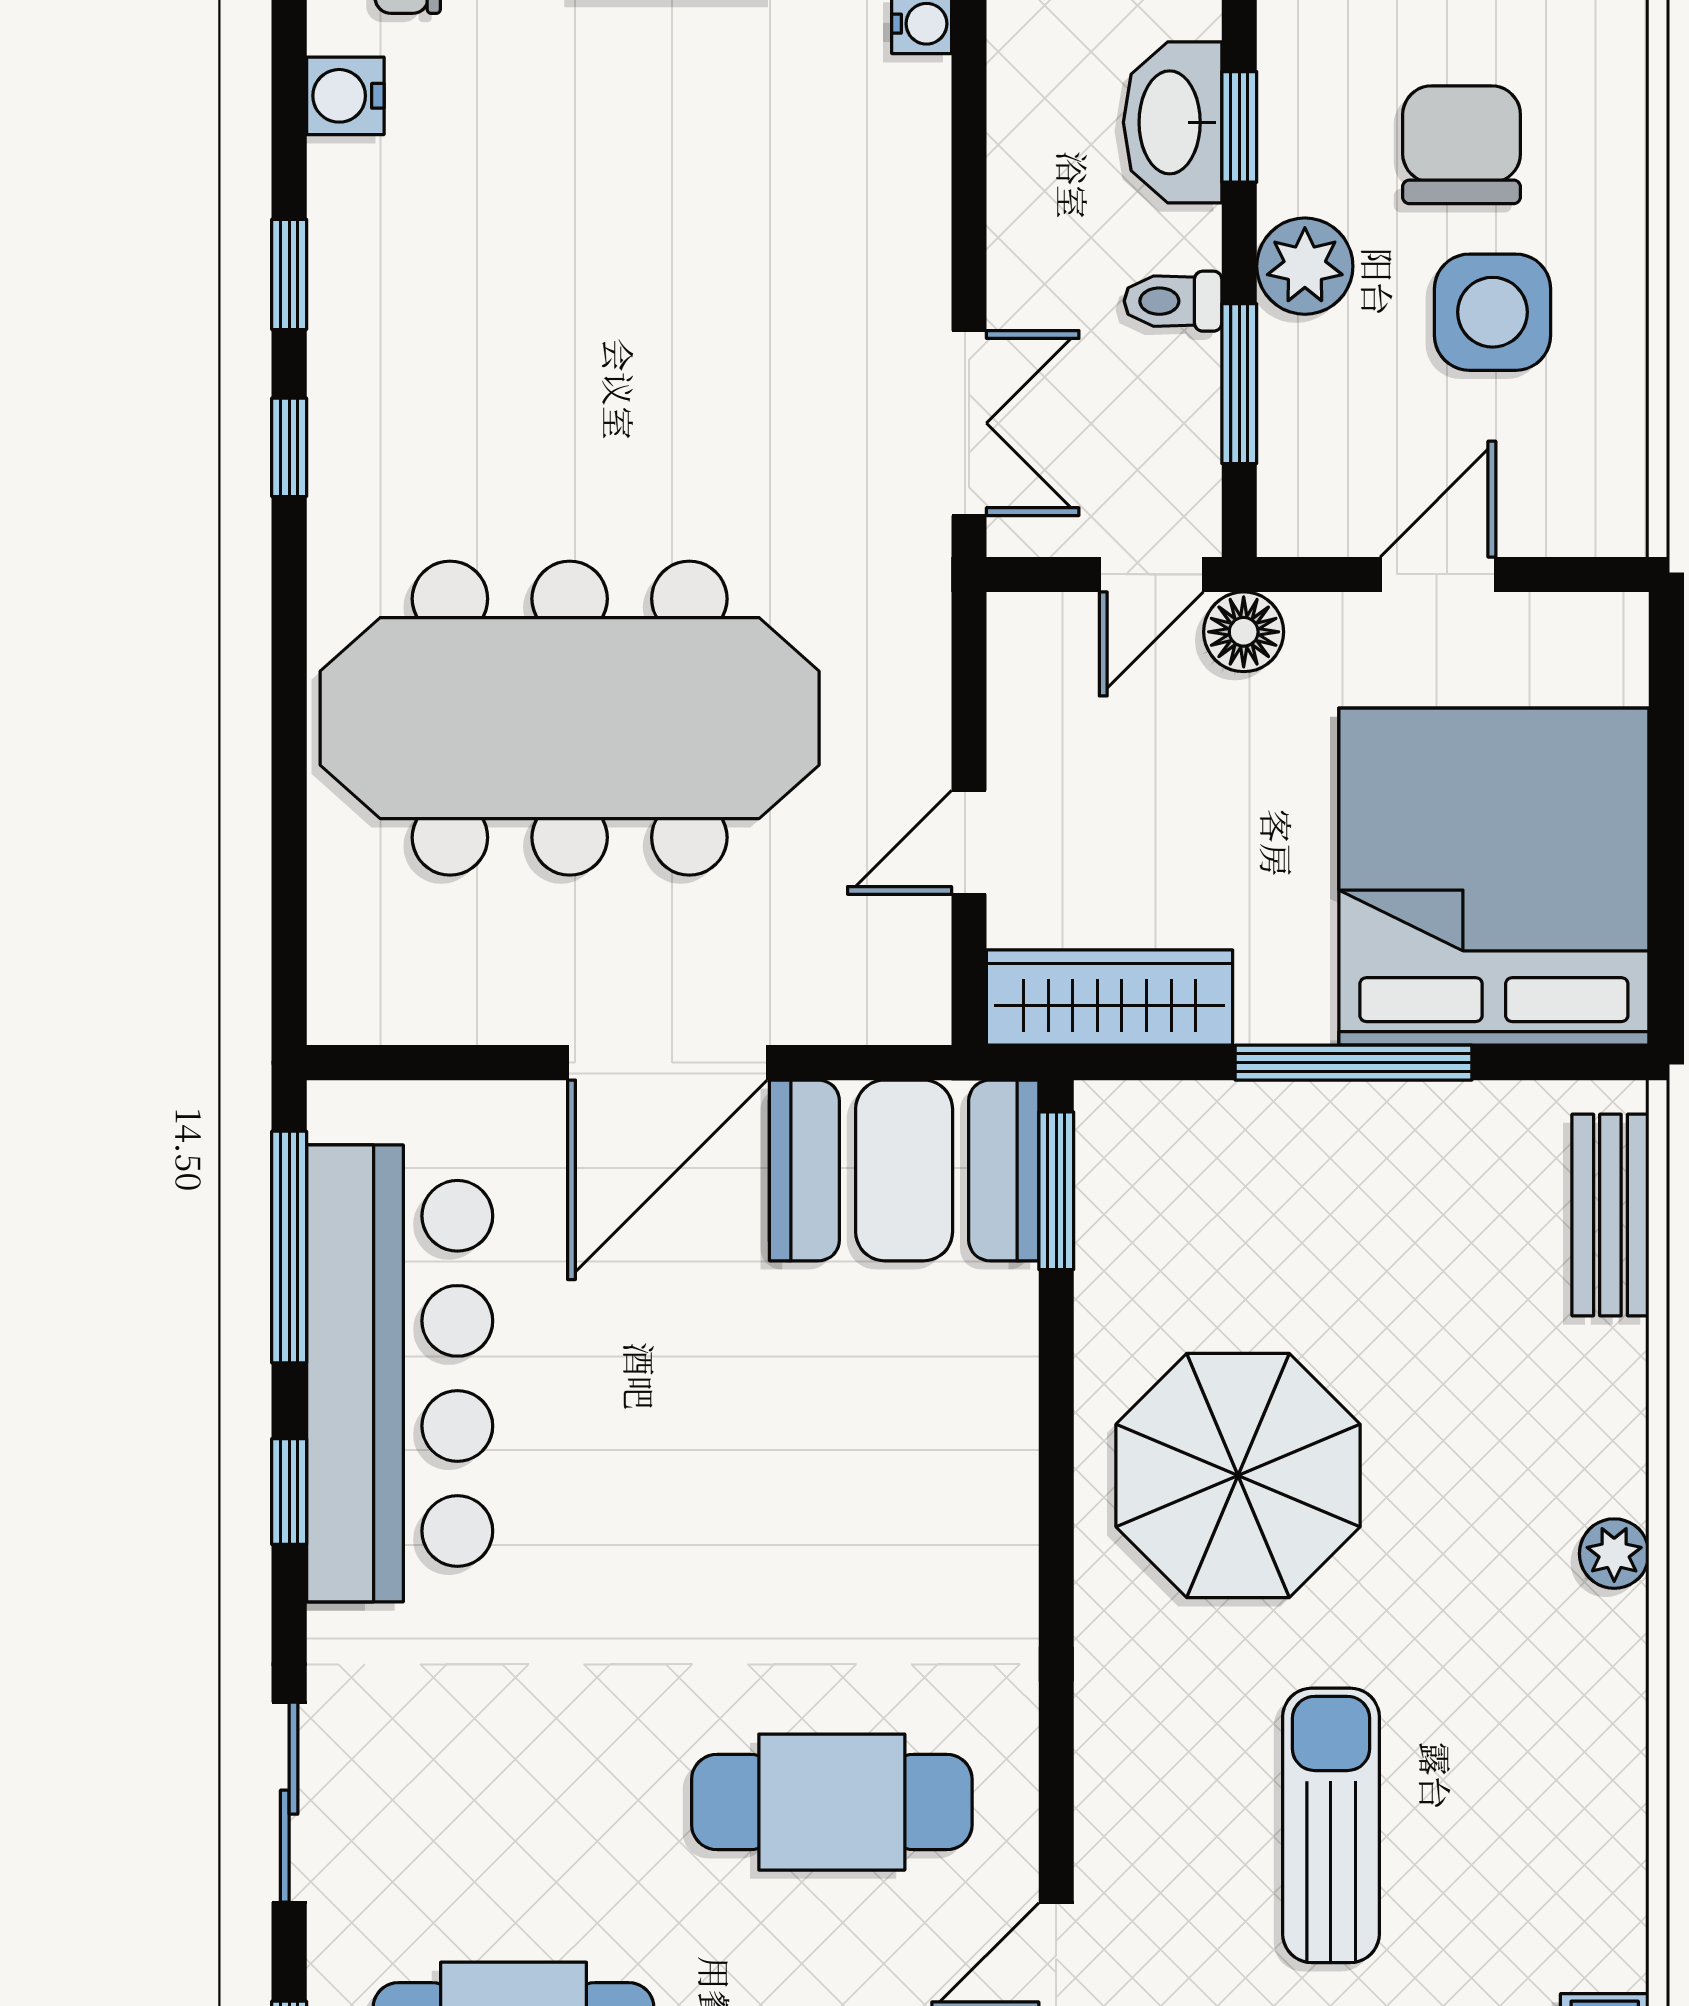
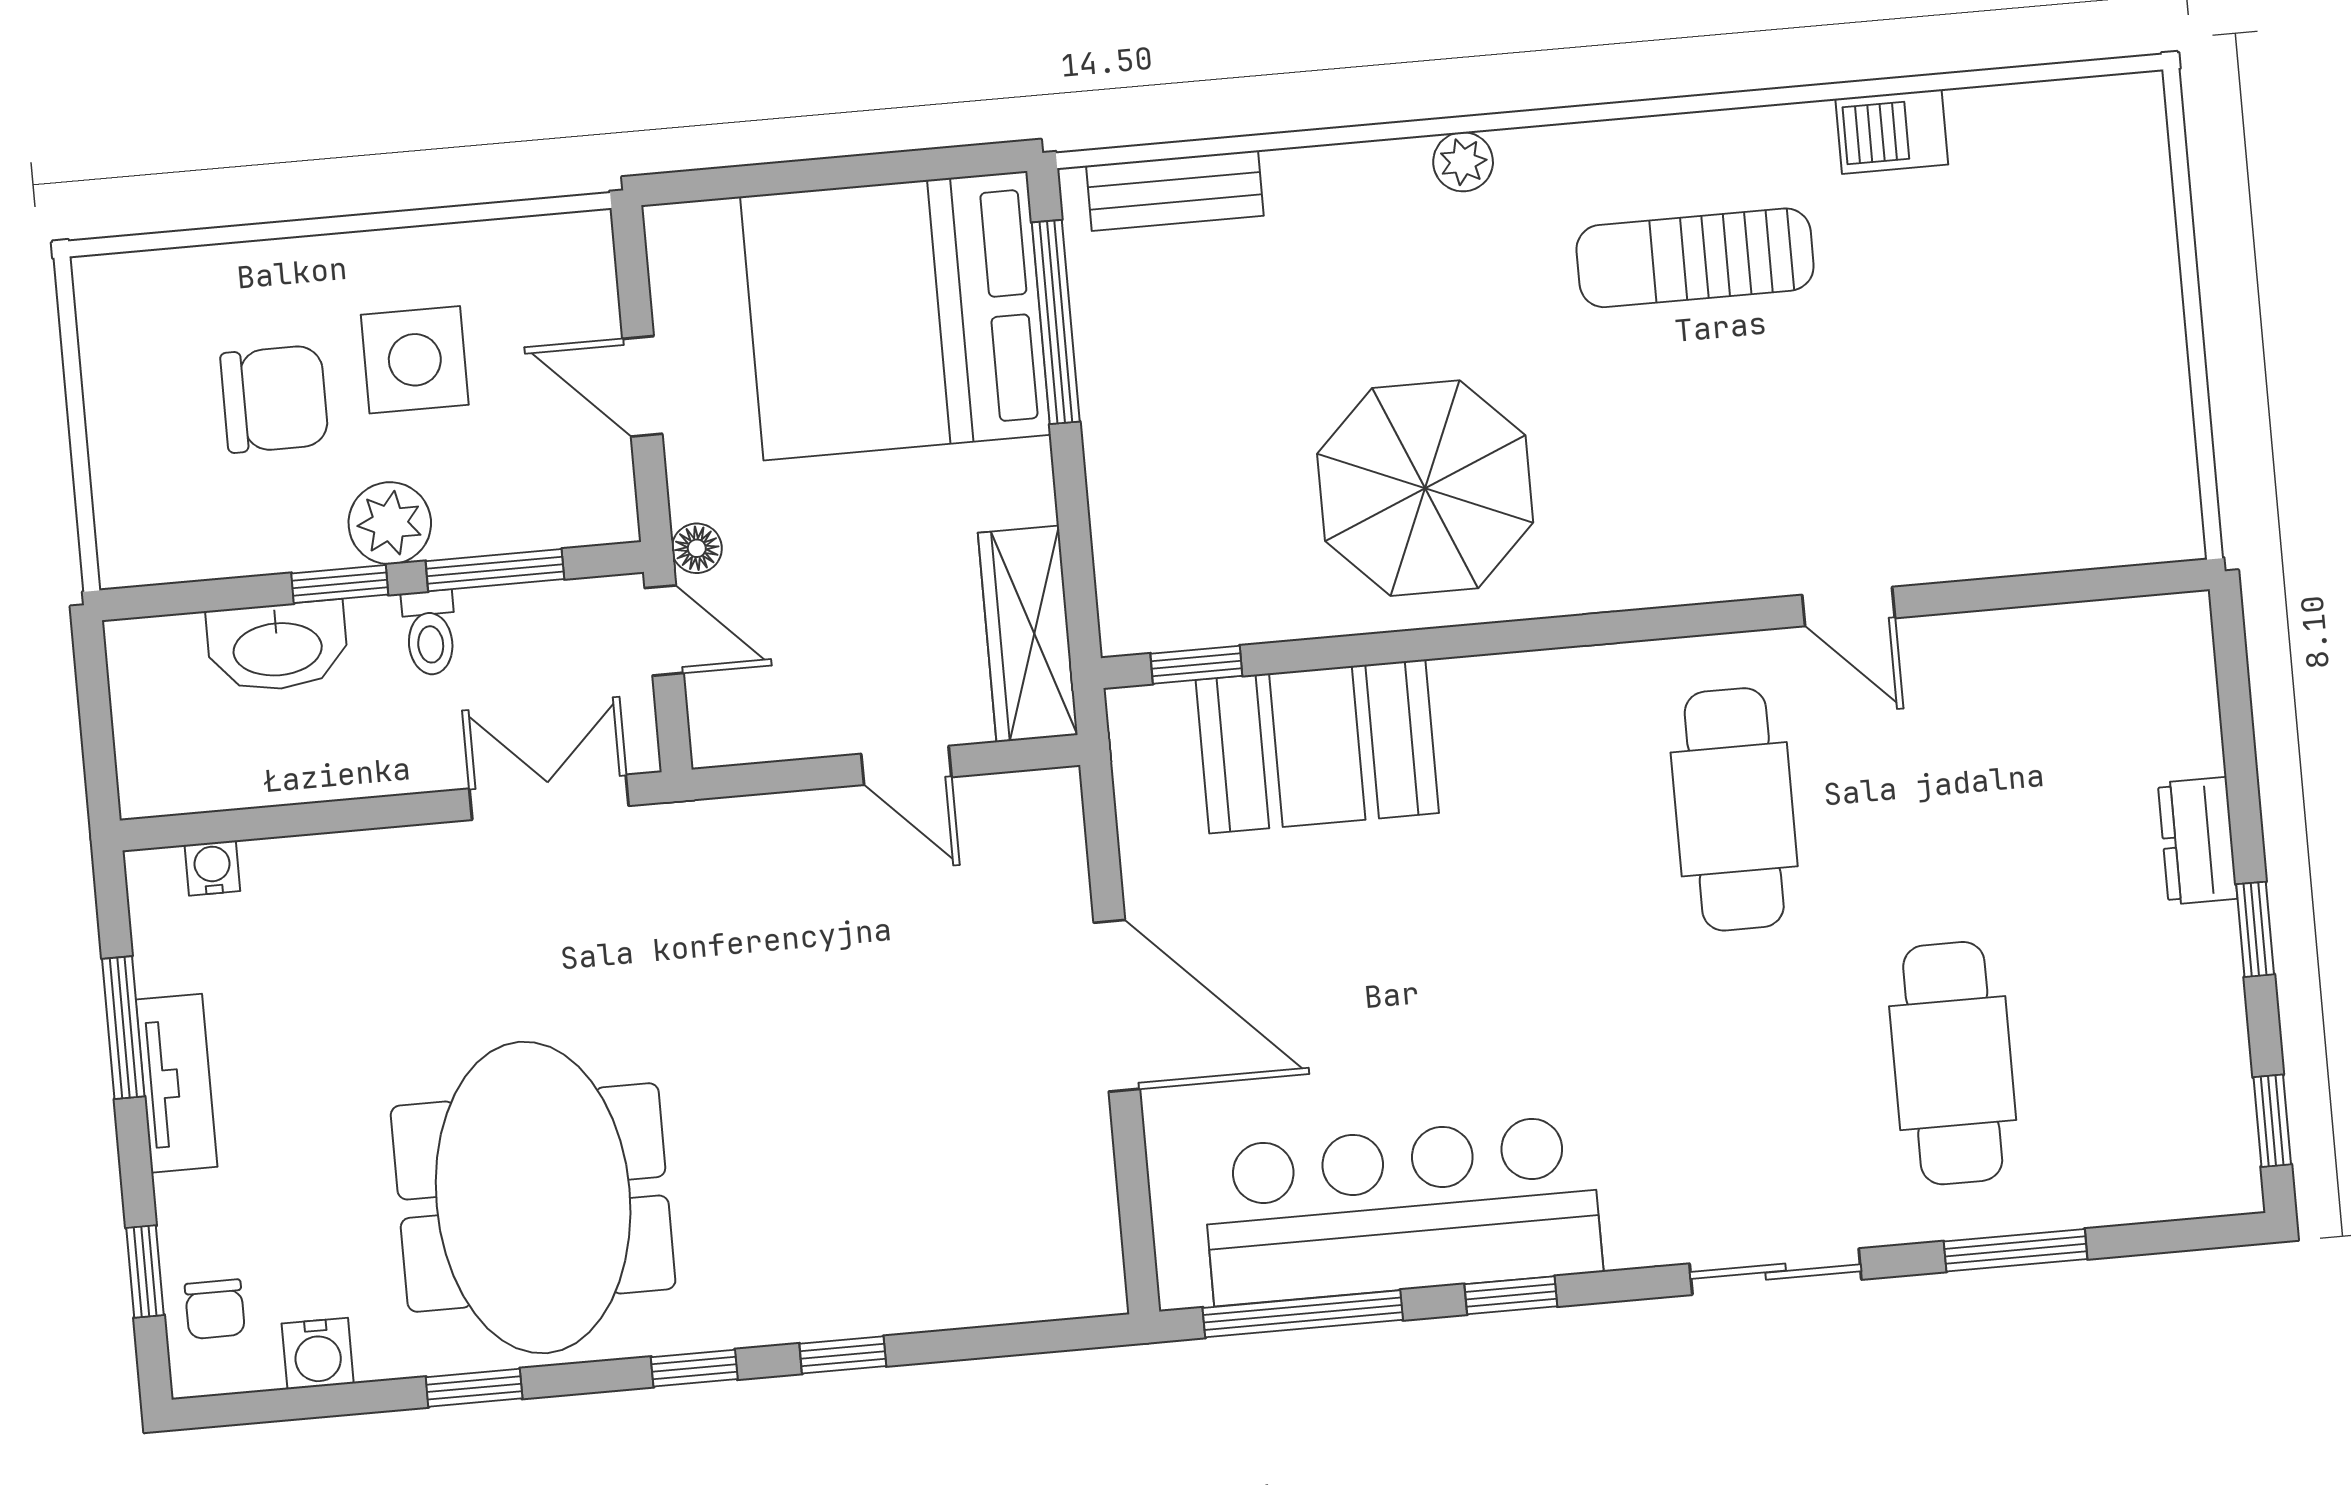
window: (1239, 127) -> (340, 584), moved
chair: (1462, 145) -> (275, 399), turned 180
window: (289, 447) -> (694, 1368), moved
floor lamp: (1244, 632) -> (697, 548), width x0.73, depth x0.73
window: (289, 707) -> (843, 1355), added
meeting table: (570, 718) -> (533, 1198), moved, width x0.73
window: (1354, 1063) -> (1056, 322), moved
booth: (904, 1170) -> (1317, 746), moved, turned 90
window: (1056, 1191) -> (1196, 665), width x0.67
sun lounger: (1331, 1825) -> (1695, 258), moved

